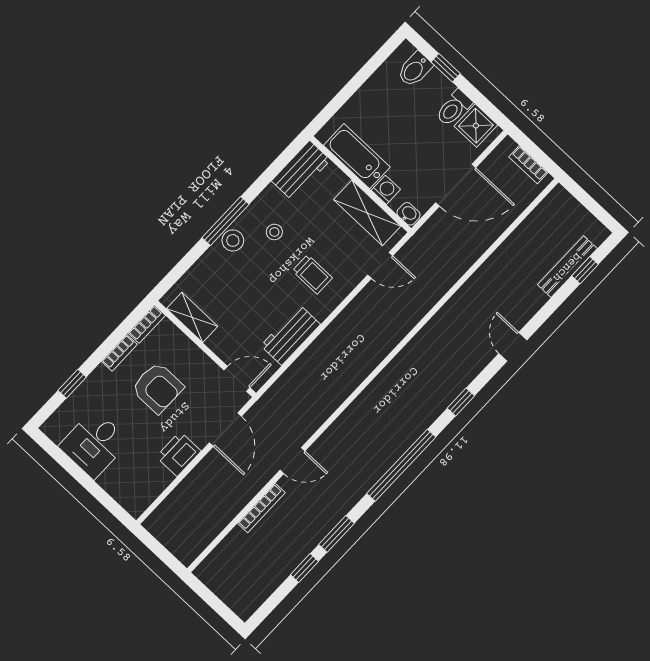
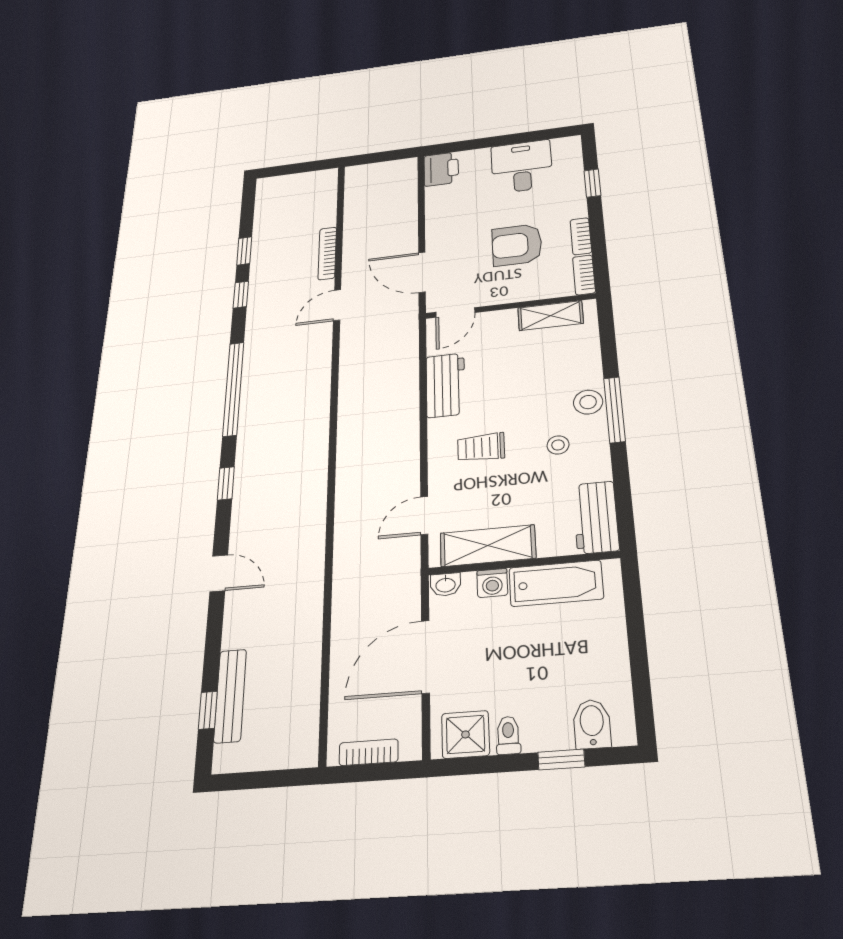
toilet: (454, 108) -> (508, 735), width x0.73, depth x0.72
printer: (179, 454) -> (441, 169), moved
window: (337, 534) -> (241, 295), width x0.67

